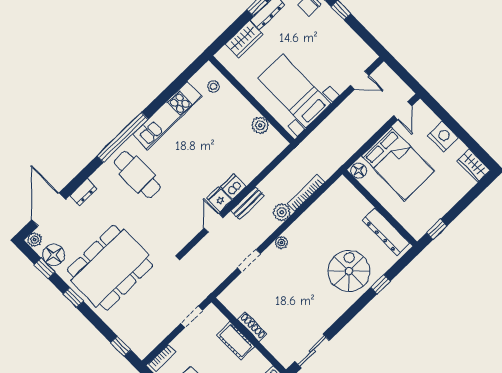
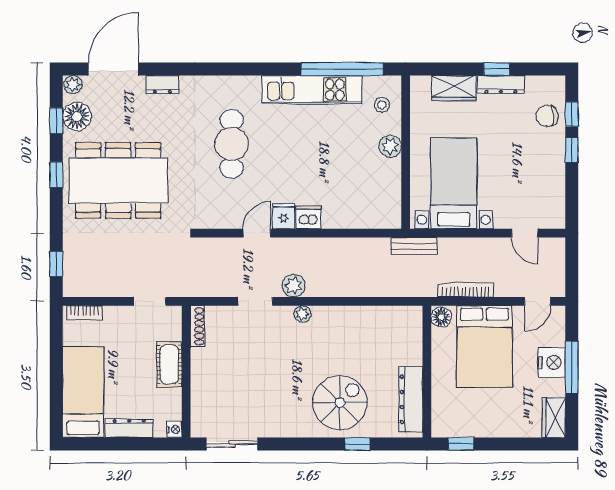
plant: (260, 125) -> (390, 146), moved
window: (457, 129) -> (572, 367), added
window: (122, 137) -> (342, 69), moved
cafe table: (137, 175) -> (232, 144), moved
bookcase: (306, 193) -> (466, 290), moved
bench: (248, 203) -> (414, 246), moved
plant: (282, 212) -> (294, 286), moved
shoe rack: (252, 327) -> (197, 326), moved

